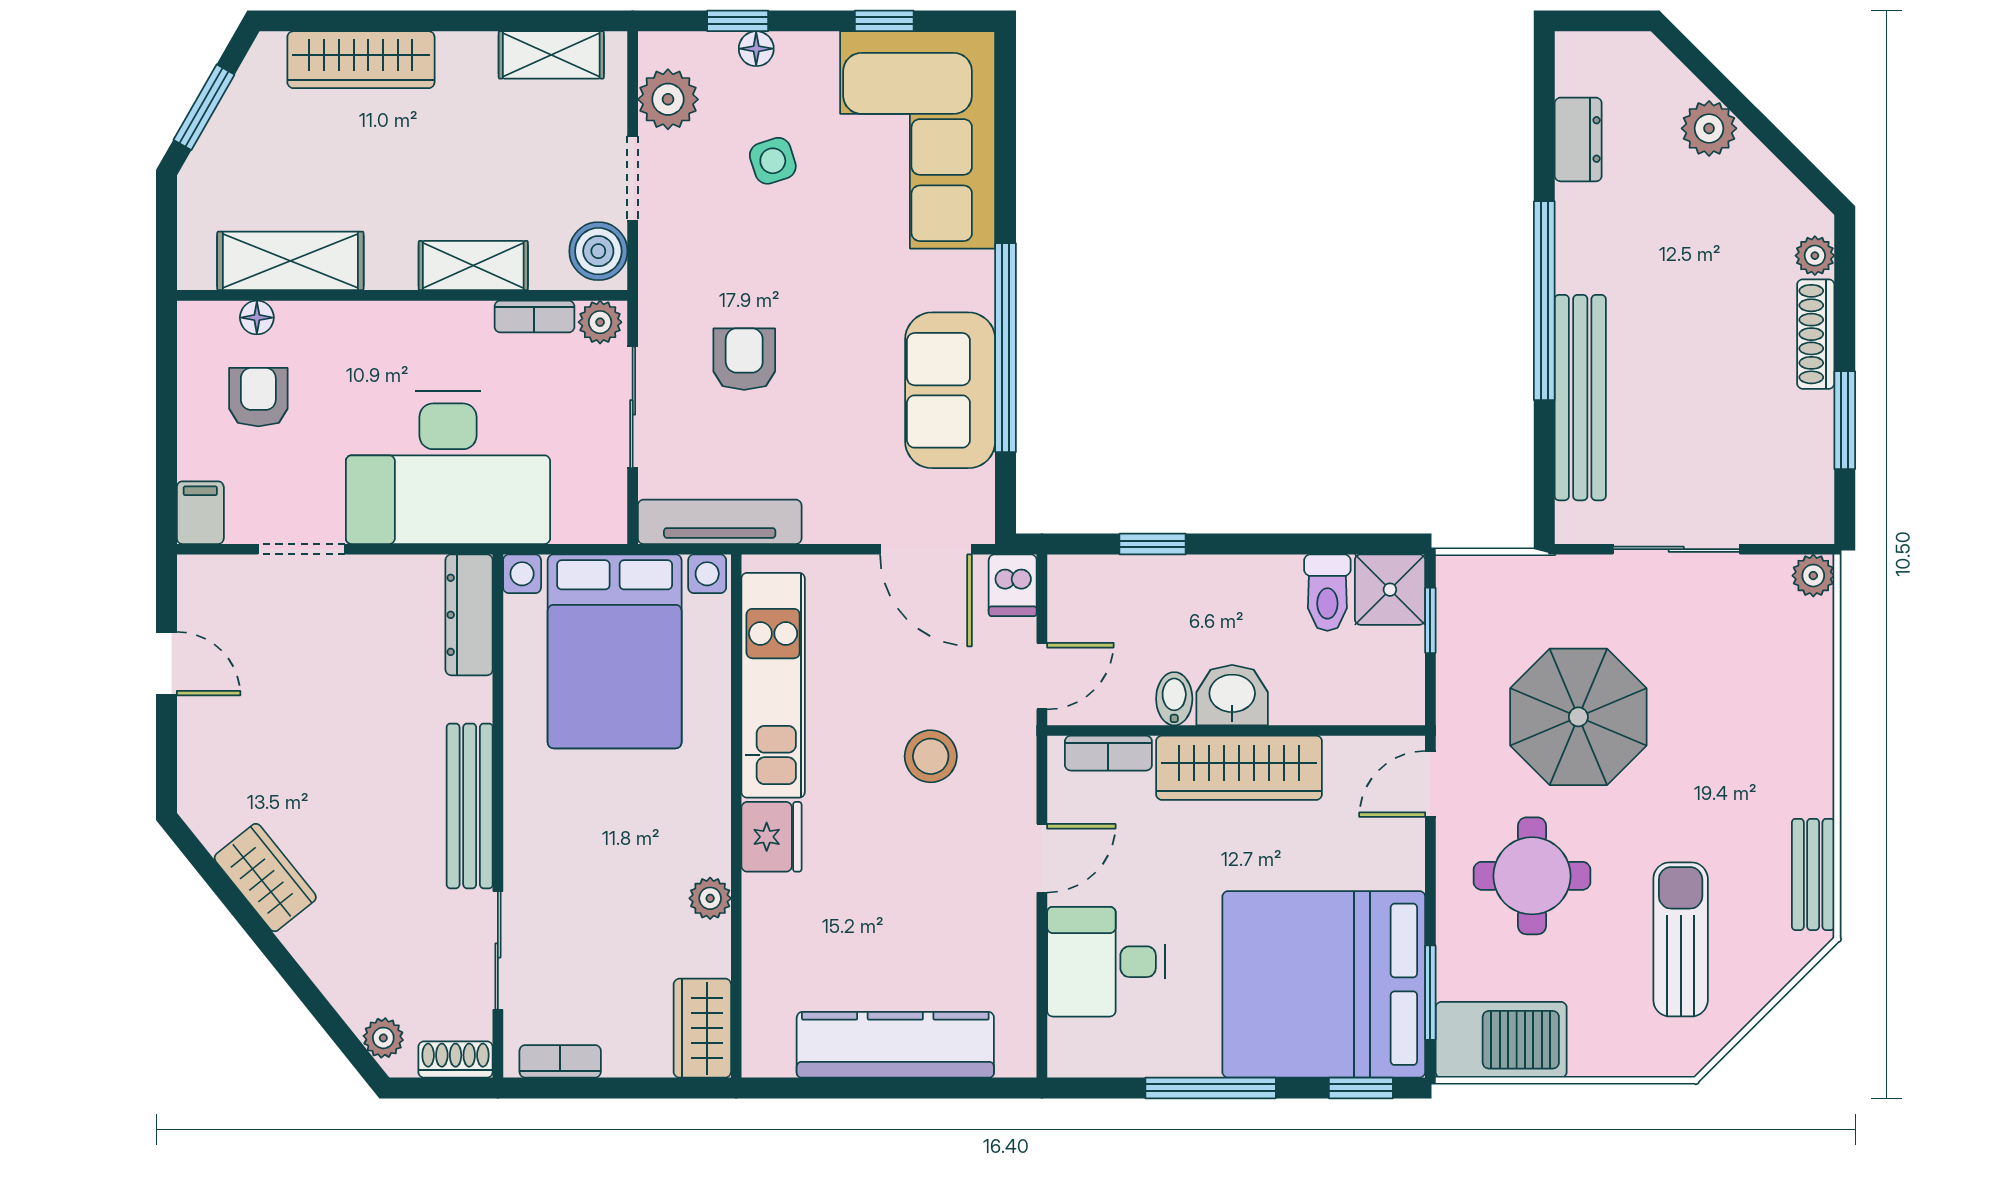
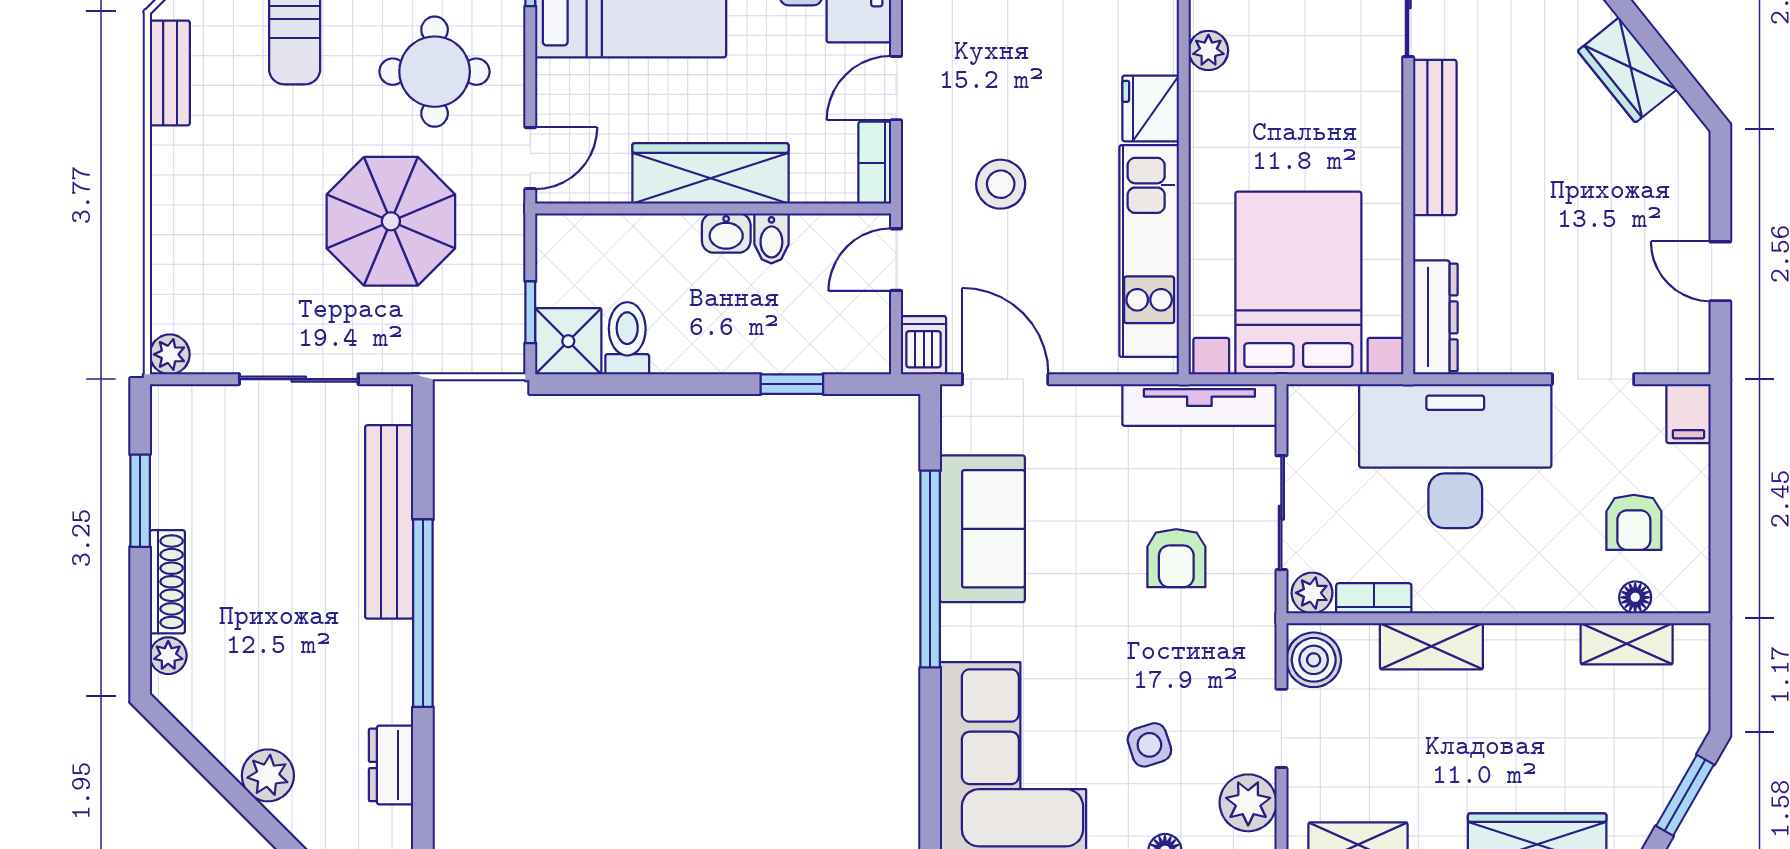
shelving: (290, 261) -> (1627, 644), width x0.67, depth x0.75
washbasin: (1232, 695) -> (726, 233), width x0.72, depth x0.69
bookcase: (1108, 753) -> (875, 163), moved, turned -90

